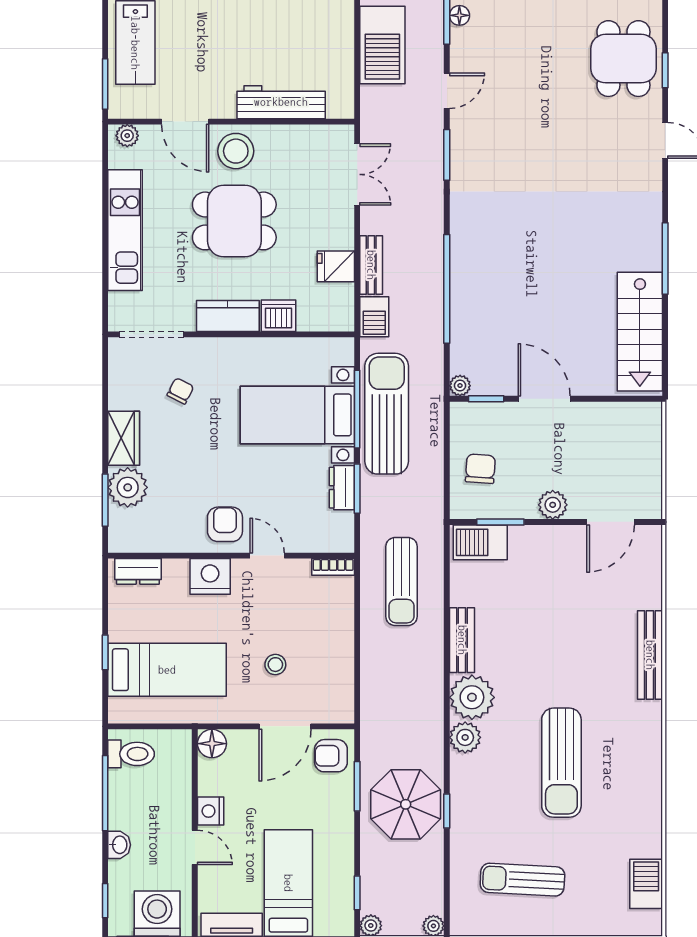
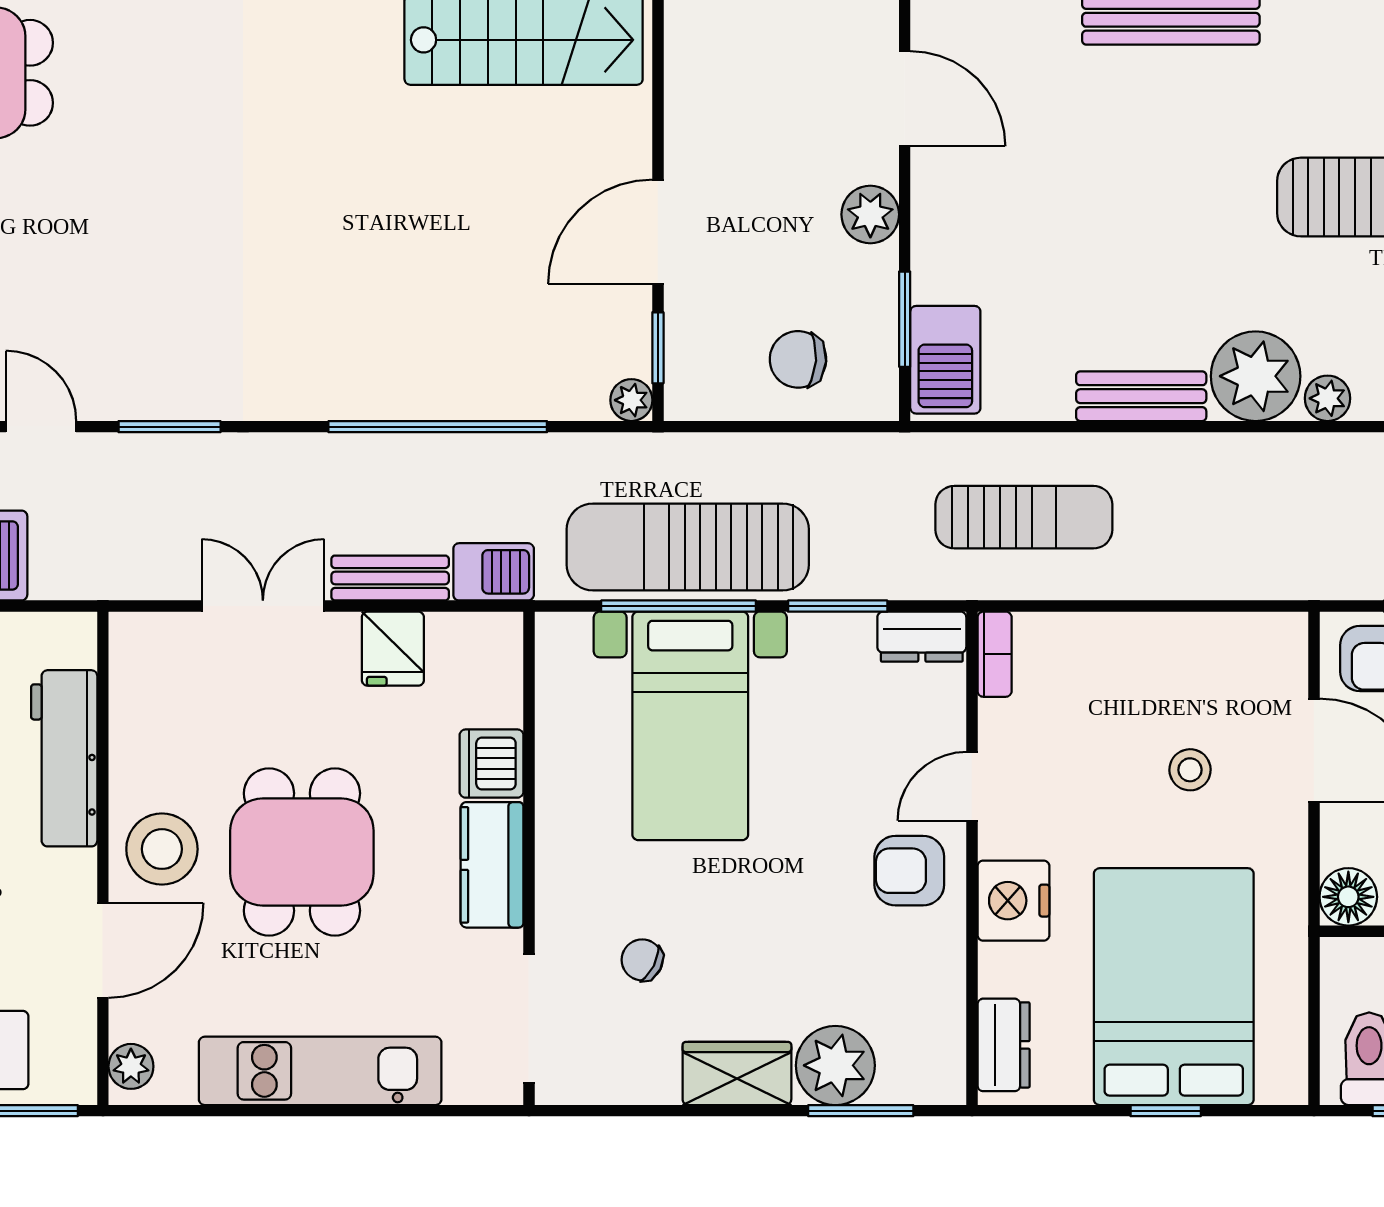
double door: (357, 174) -> (263, 606), moved
dresser: (342, 488) -> (922, 637), moved
bed: (167, 670) -> (1174, 987), width x1.50
plant: (465, 737) -> (1328, 398), width x0.73, depth x0.73

